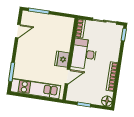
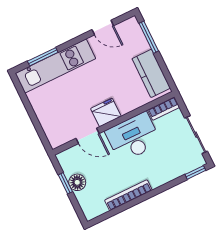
kitchen counter: (58, 22) -> (151, 73), added
kitchen unit: (35, 89) -> (55, 66), moved, turned 90
floor lamp: (107, 101) -> (77, 182), moved

